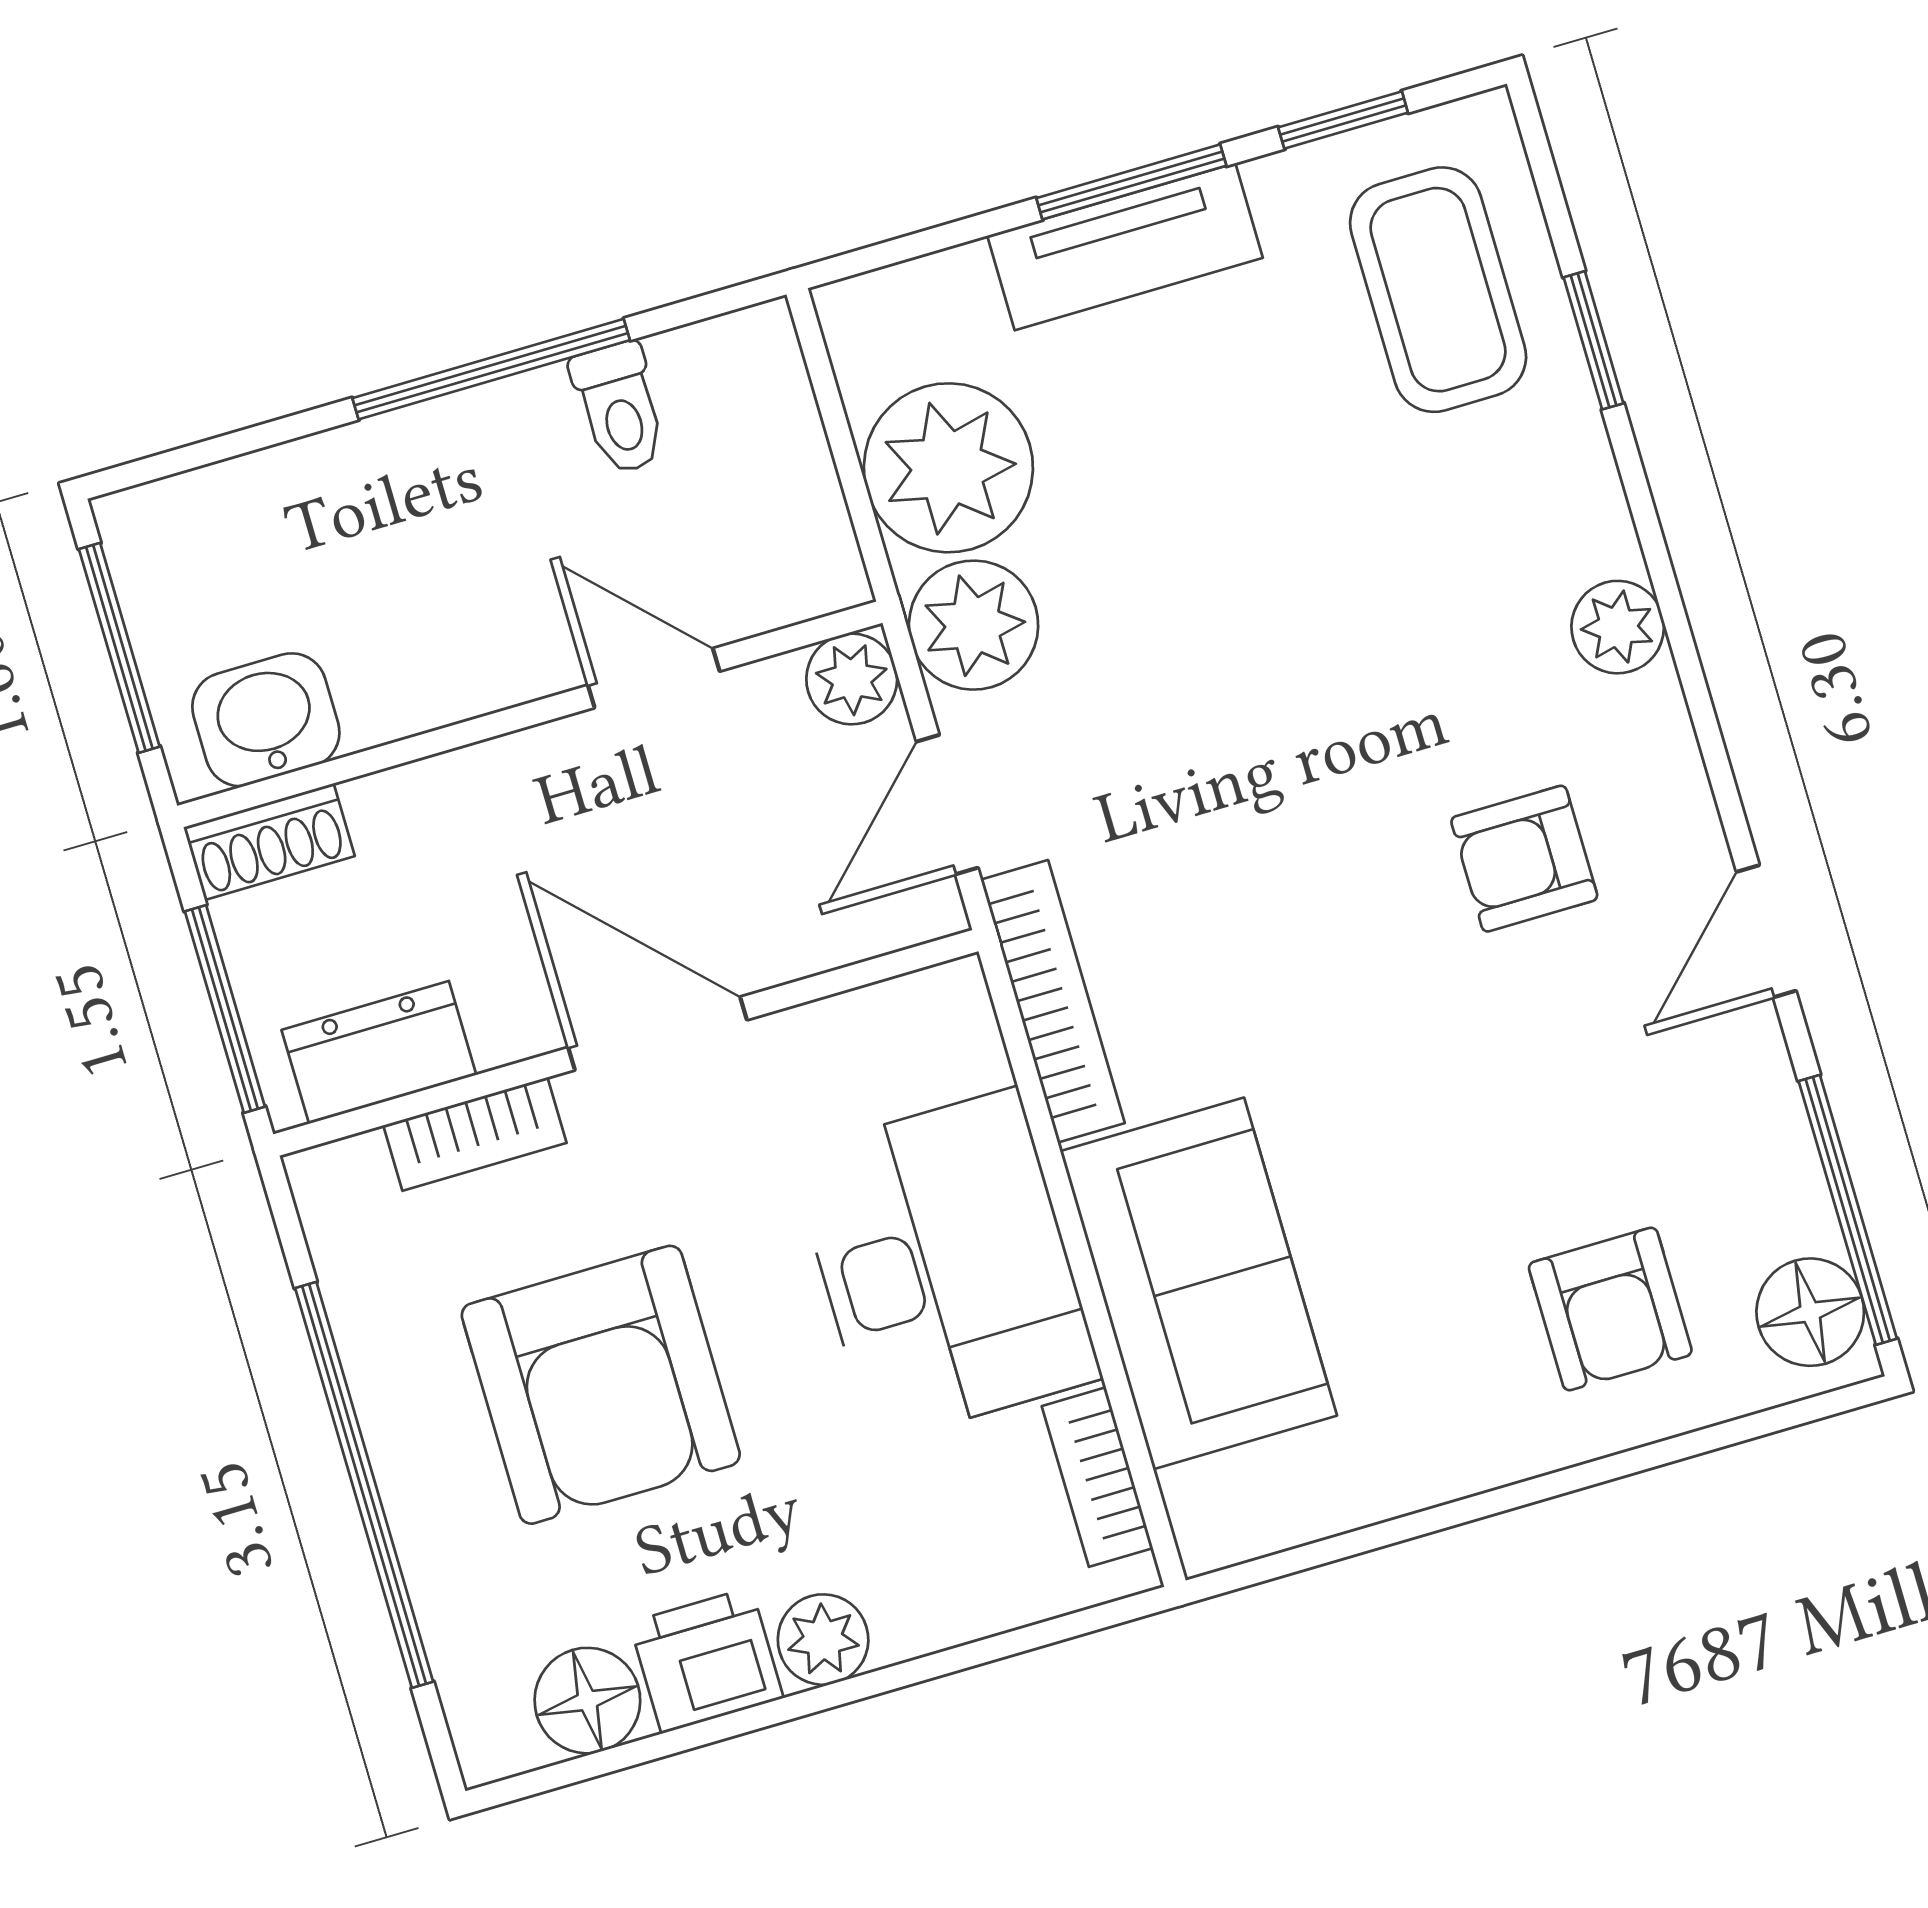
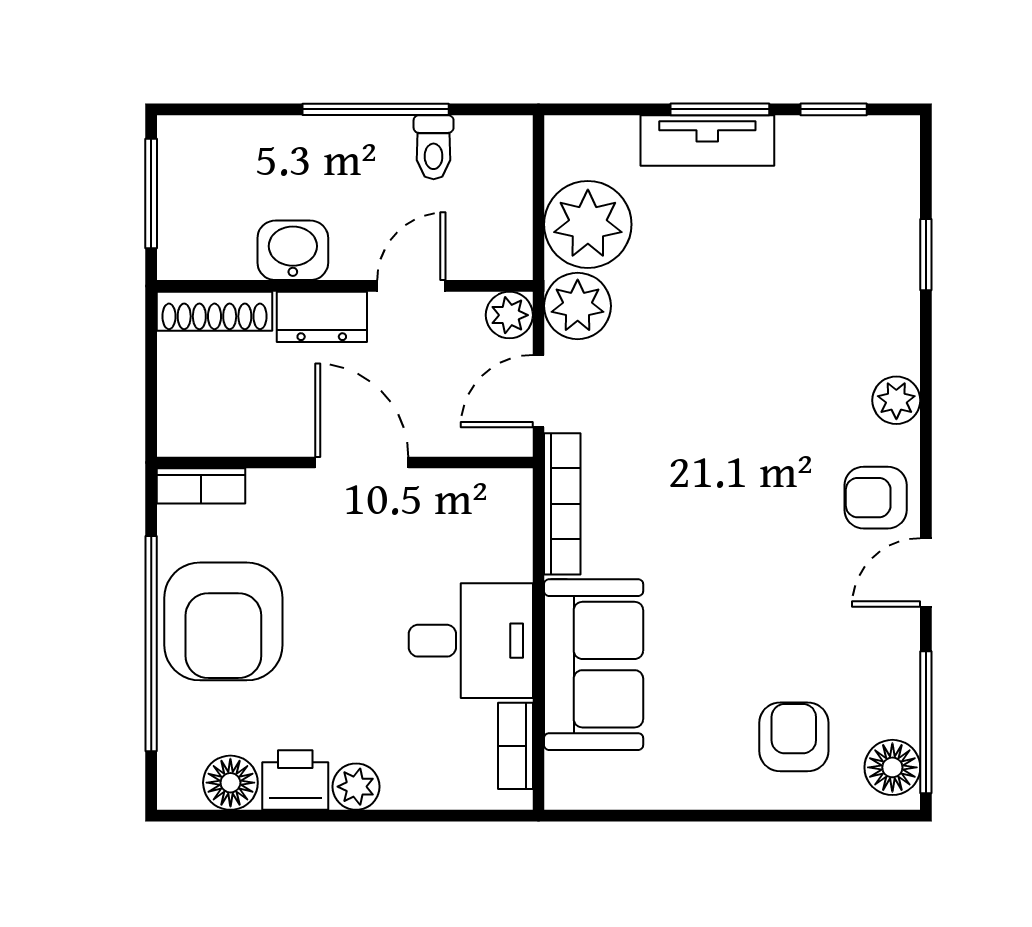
coffee table: (1438, 290) -> (856, 207), removed
door: (654, 678) -> (411, 286), hinge flipped
washbasin: (266, 720) -> (293, 250), moved
shoe rack: (269, 842) -> (214, 311), width x1.43
armchair: (1524, 859) -> (876, 498), moved
window: (225, 1009) -> (151, 388), removed
dresser: (379, 1052) -> (322, 317), moved, turned 180
bookcase: (475, 1134) -> (201, 486), moved
desk: (945, 1266) -> (471, 641), width x0.73
armchair: (1610, 1309) -> (794, 737), turned 180
armchair: (601, 1385) -> (223, 621), moved

